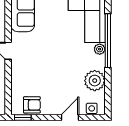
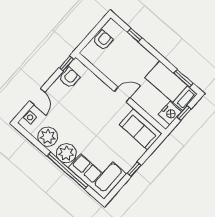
plant: (100, 49) -> (66, 153), width x1.88, depth x1.88
armchair: (32, 105) -> (70, 78), turned 180

